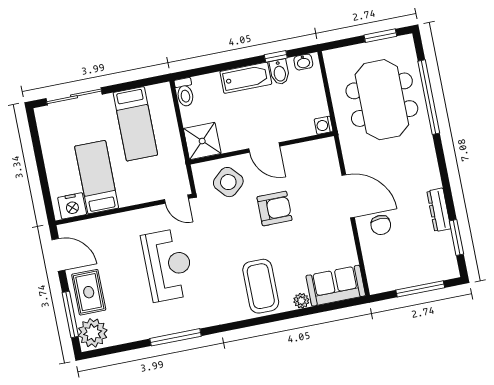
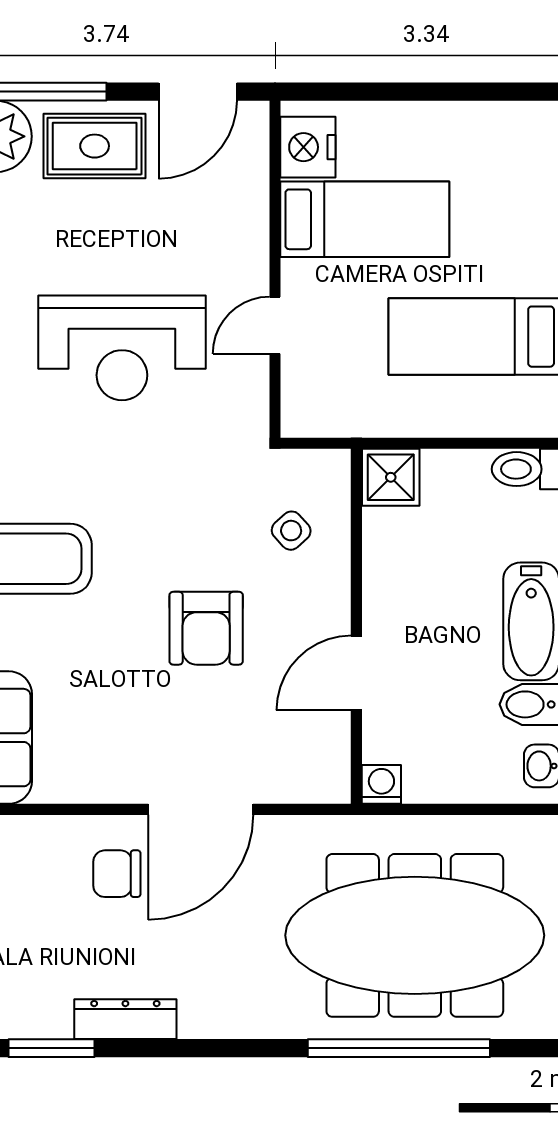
meeting table: (382, 100) -> (415, 935), width x1.36
shower: (202, 141) -> (391, 477), width x0.73, depth x0.73
door: (264, 148) -> (356, 673), moved
side table: (228, 182) -> (291, 531), width x0.54, depth x0.54
door: (176, 199) -> (275, 325), moved

